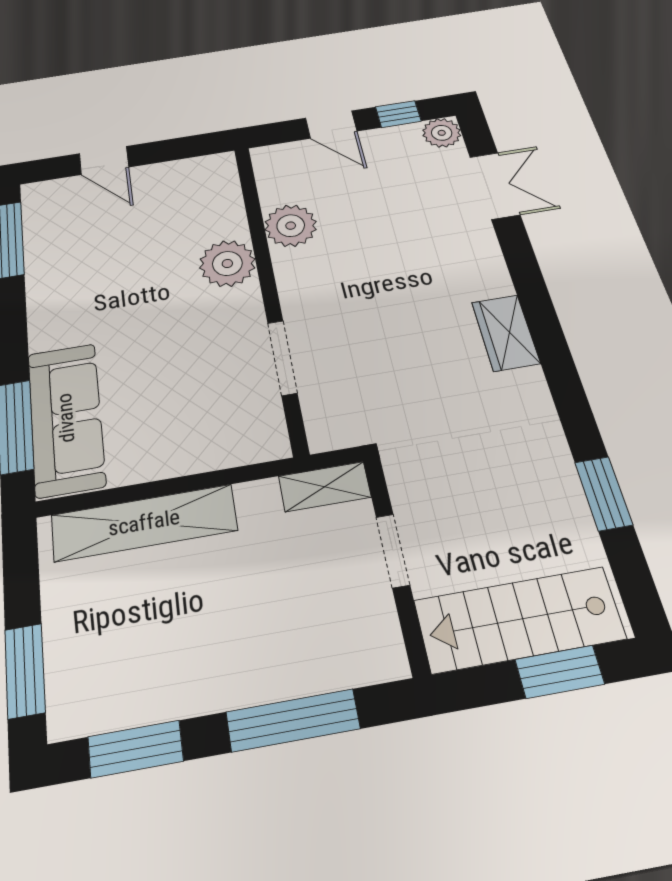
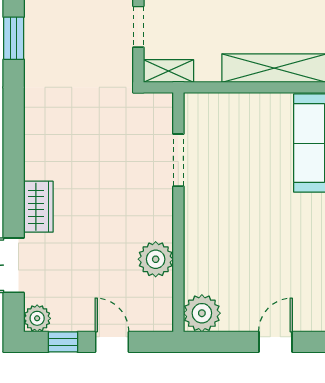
door: (104, 160) -> (275, 342), hinge flipped
plant: (227, 263) -> (202, 313), moved
wardrobe: (506, 333) -> (38, 207), moved

